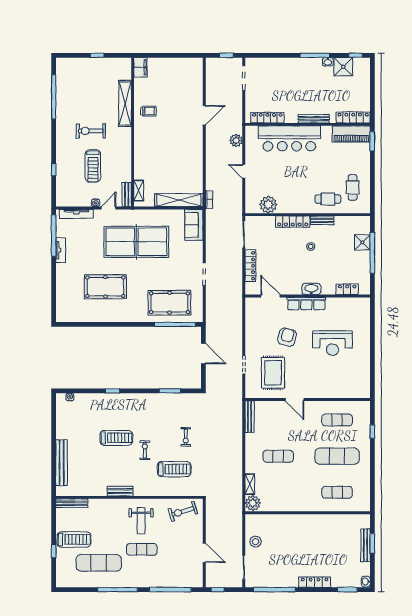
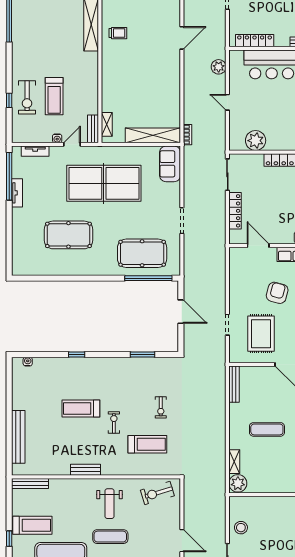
exercise bike: (91, 131) -> (27, 97), moved, turned -90
tv unit: (76, 214) -> (35, 151), width x0.71
treadmill: (116, 438) -> (81, 408), turned 180

